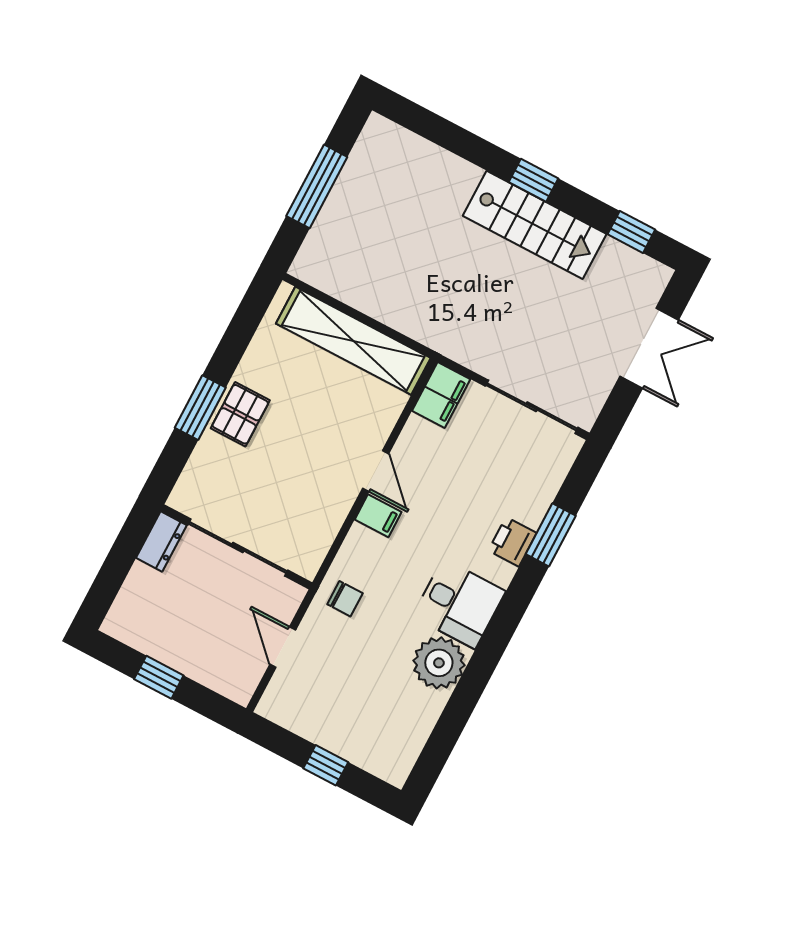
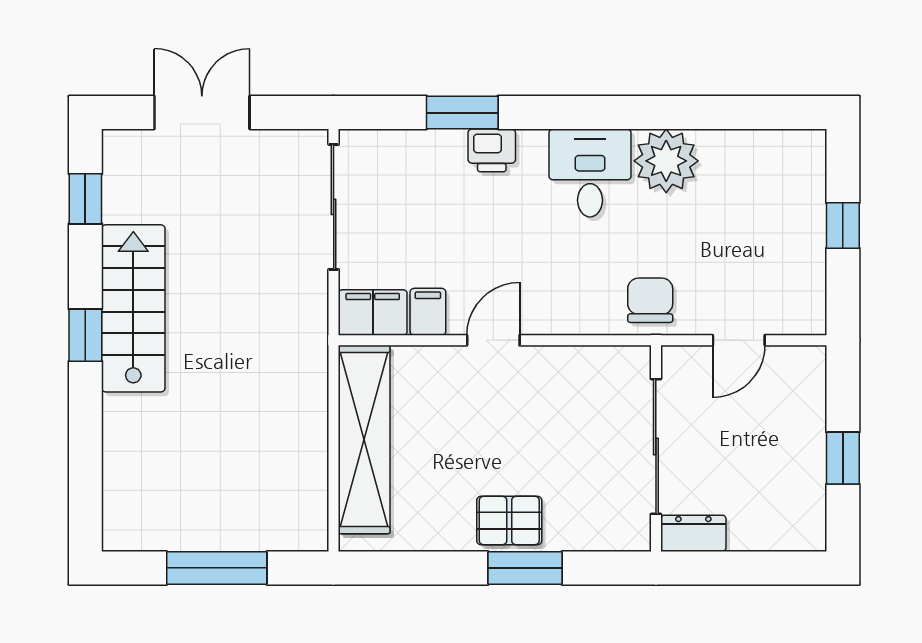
filing cabinet: (378, 516) -> (428, 312), moved
chair: (345, 599) -> (650, 300), width x1.37, depth x1.37

